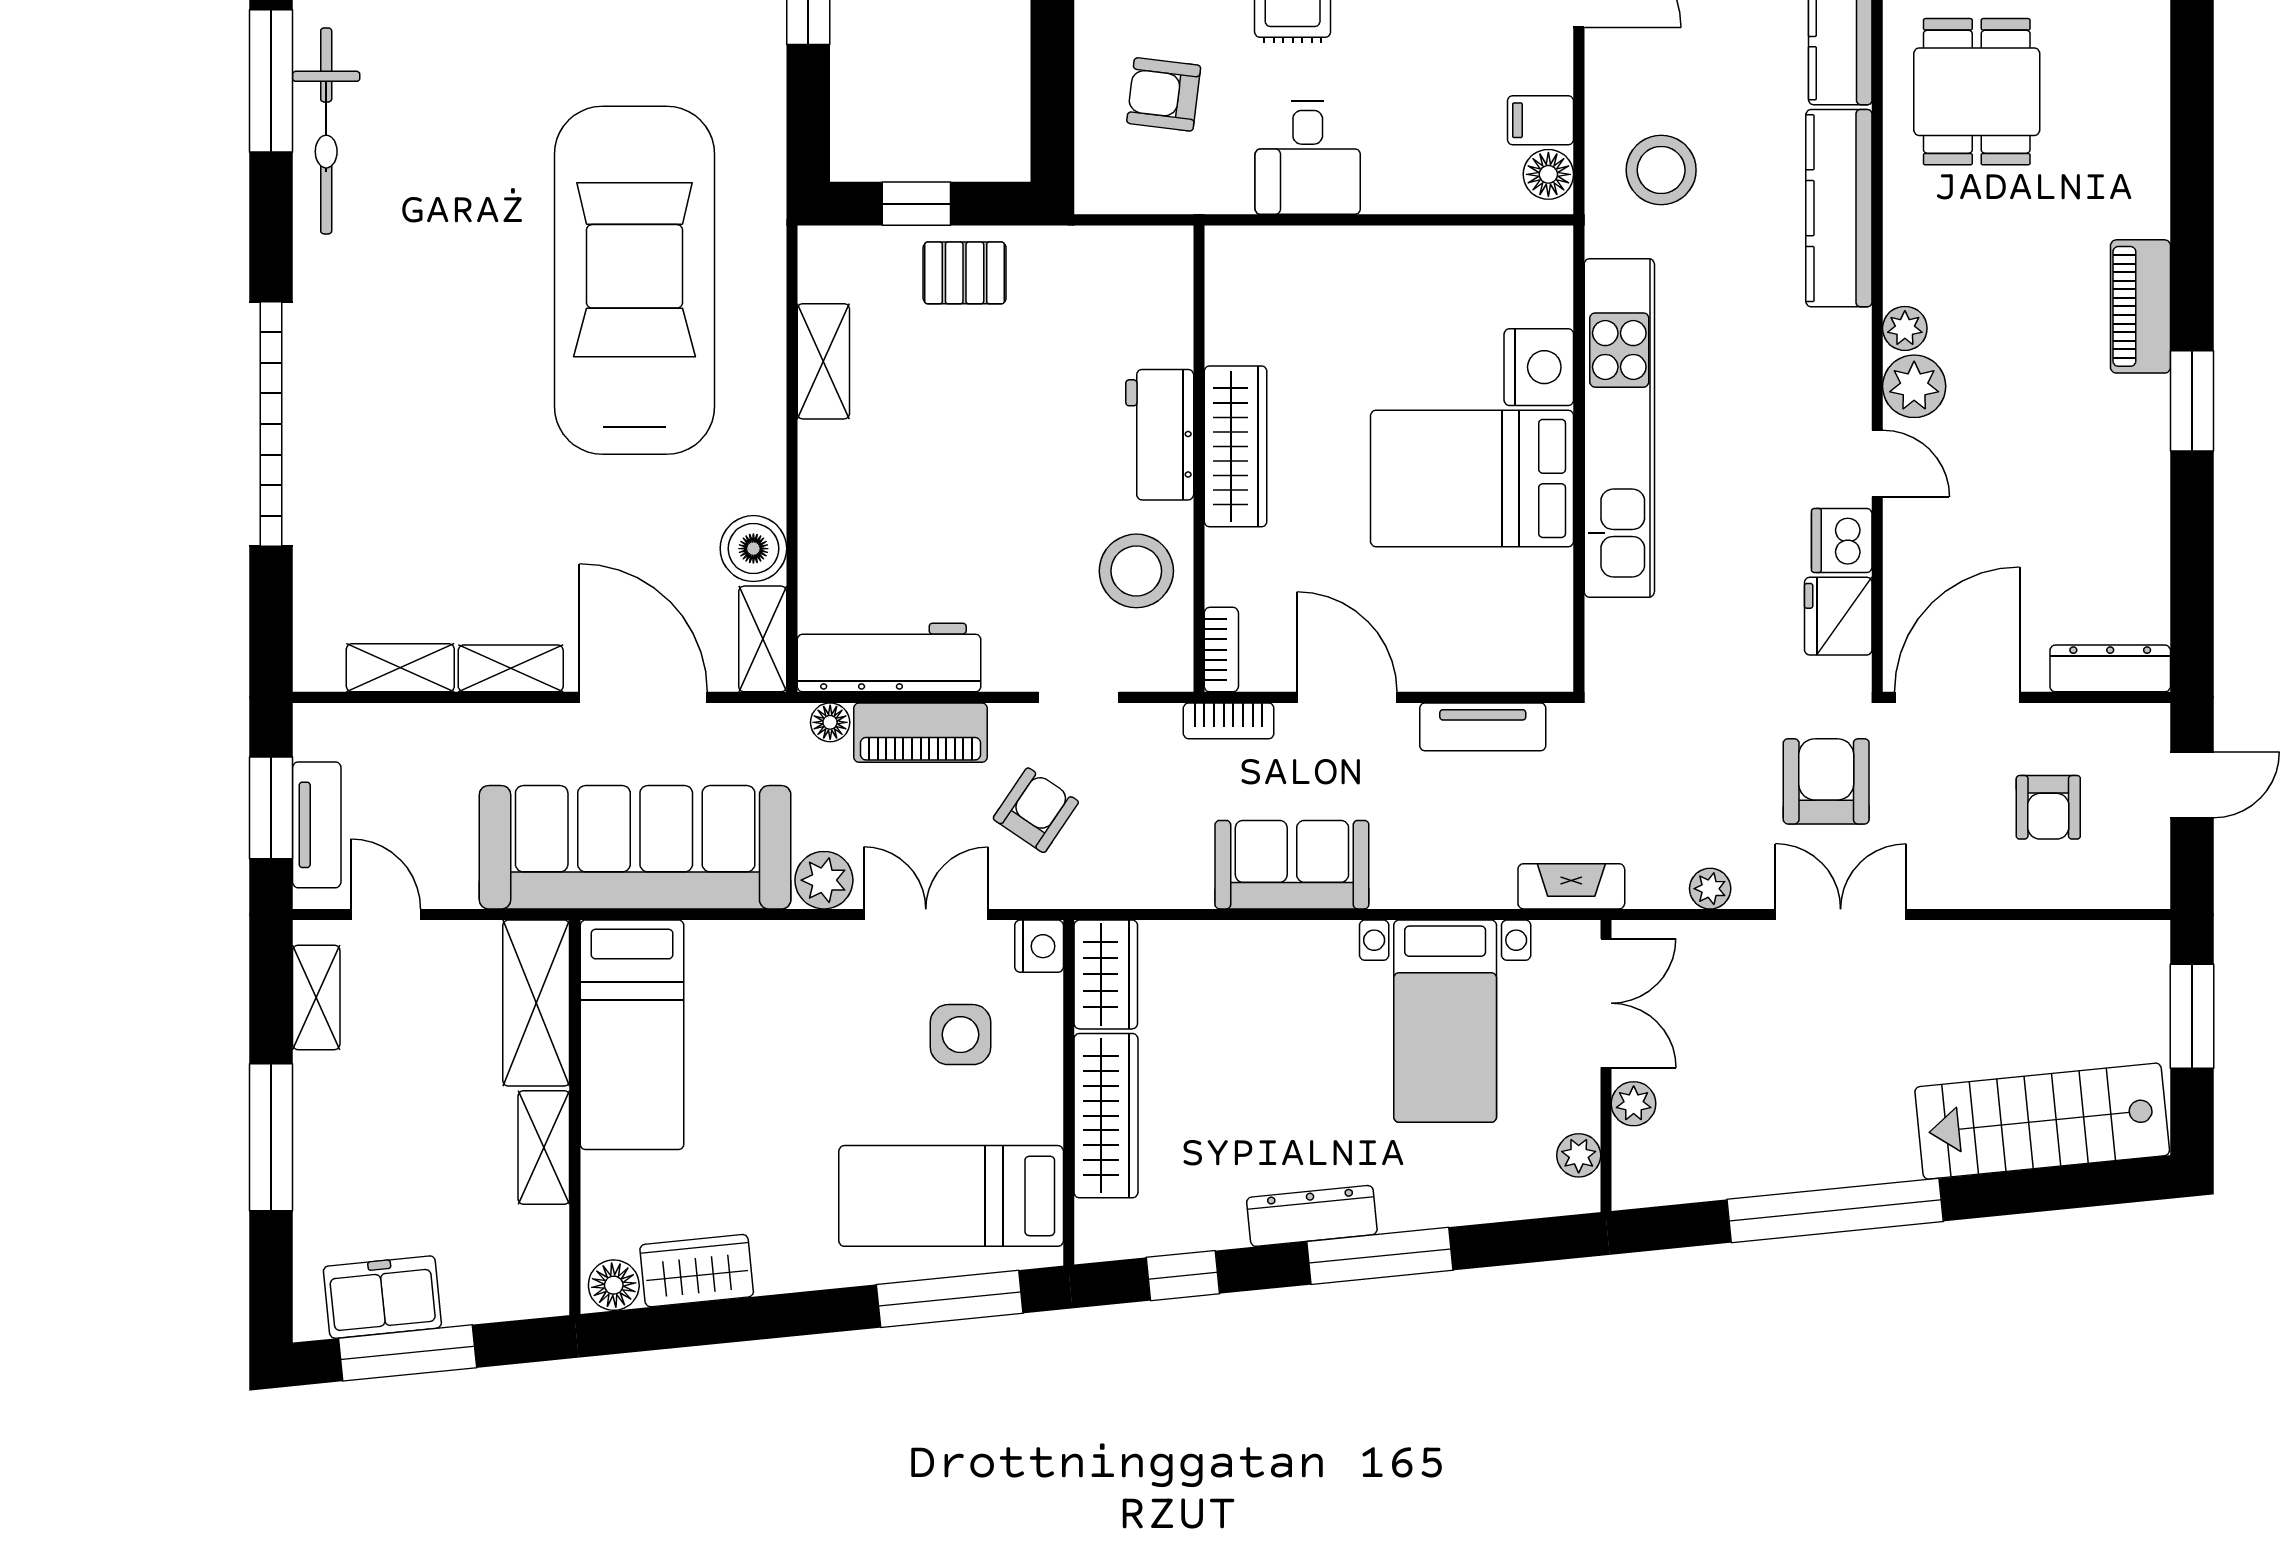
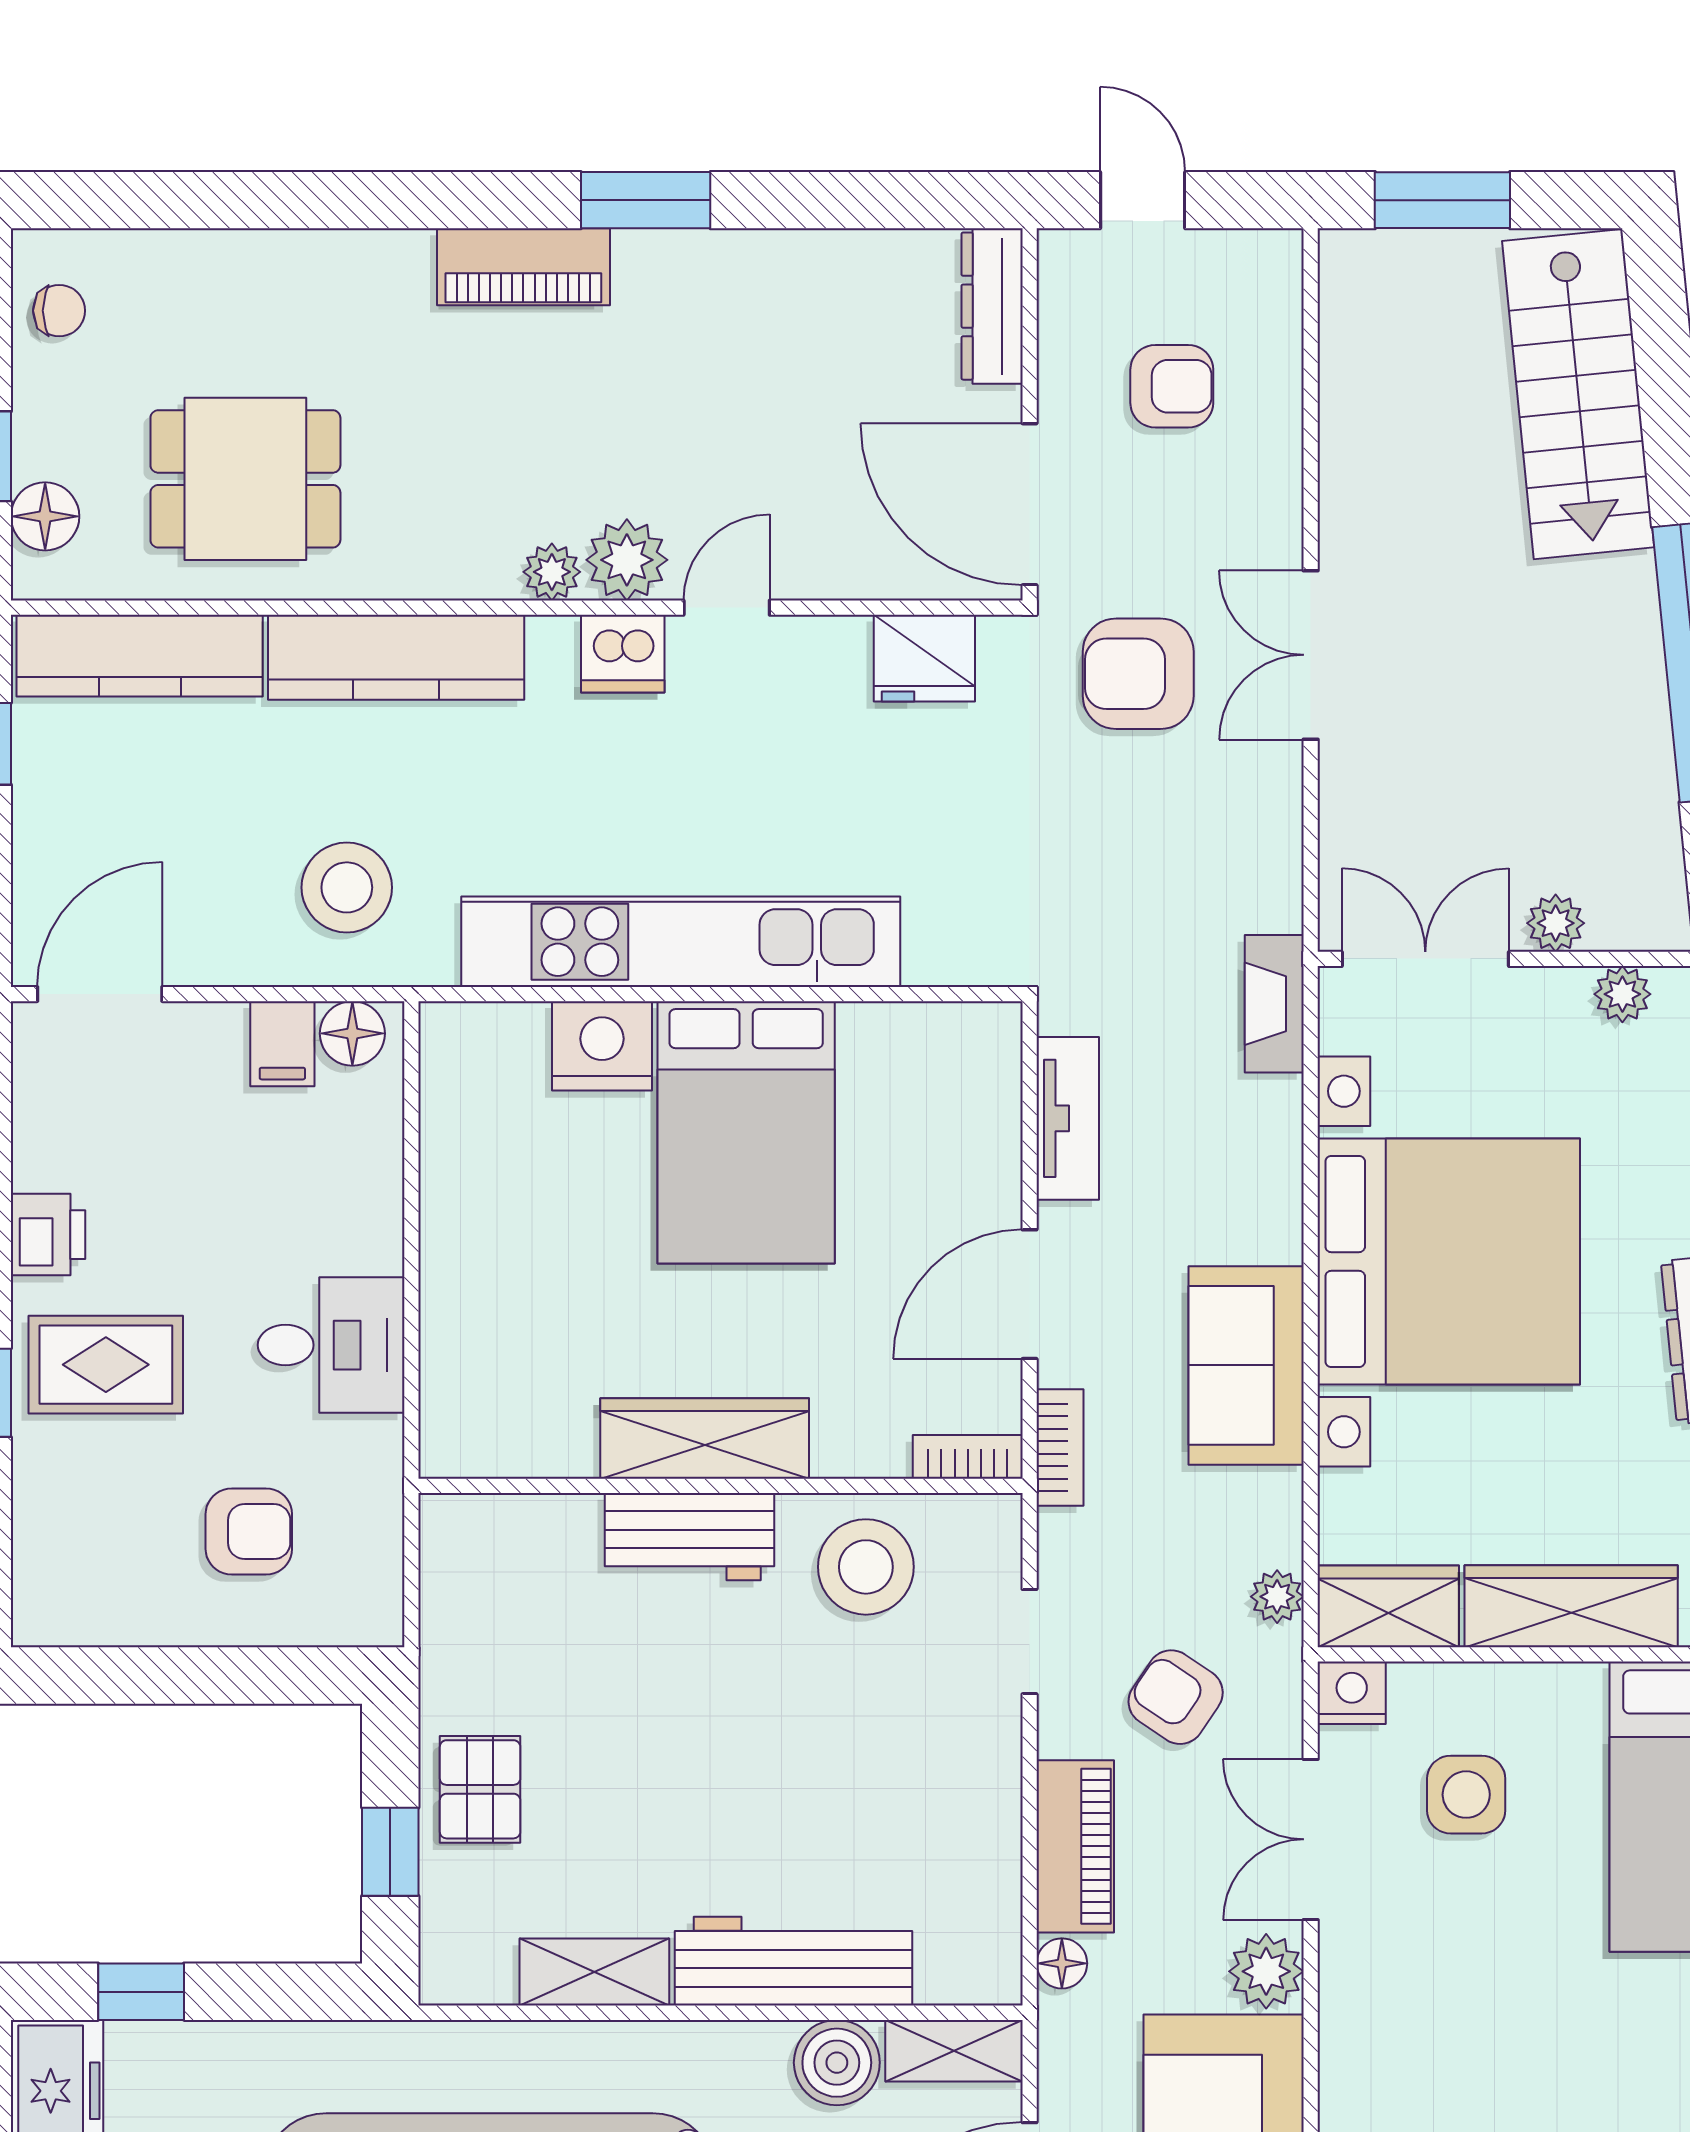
armchair: (1164, 94) -> (249, 1531), turned -97
dishwasher: (1842, 540) -> (623, 654), moved
workbench: (889, 658) -> (793, 1961), moved, turned 90
plant: (1710, 889) -> (1277, 1597), moved
bed with nightstands: (1445, 1021) -> (1449, 1261), width x1.85

